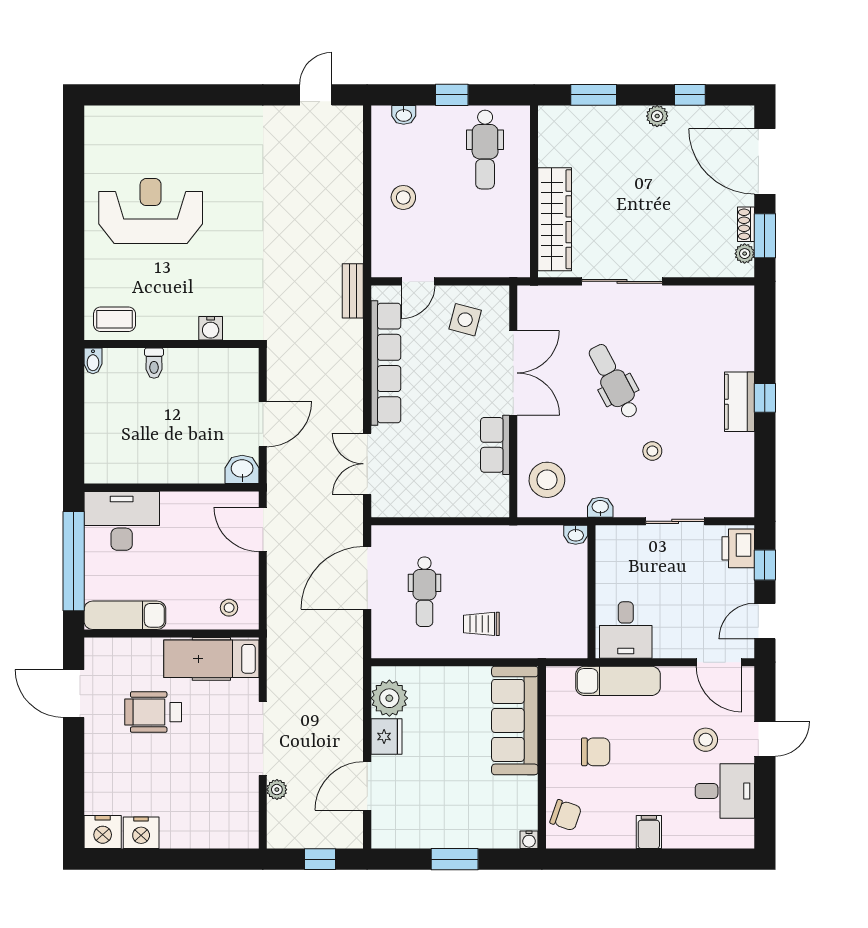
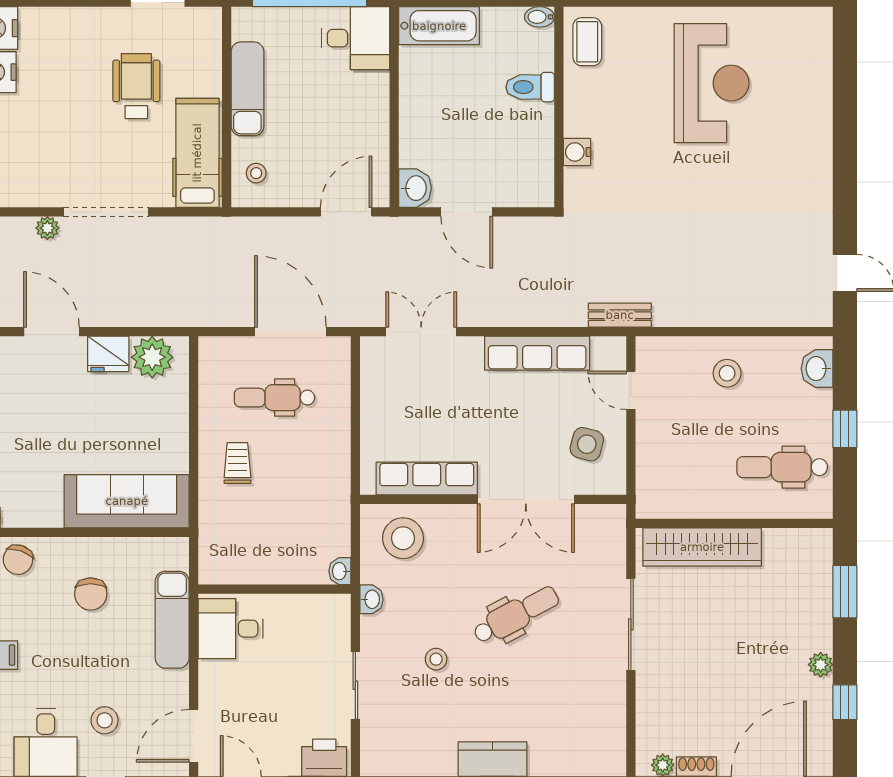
washbasin: (404, 115) -> (817, 369), width x1.38, depth x1.45
toilet: (154, 363) -> (530, 87), width x1.37, depth x1.39
row of seats: (386, 363) -> (537, 353), width x0.73
row of seats: (495, 445) -> (427, 479), width x1.48
bathtub: (101, 448) -> (439, 26), added
desk: (122, 521) -> (356, 38), width x0.73
exam couch: (125, 615) -> (247, 89), moved

